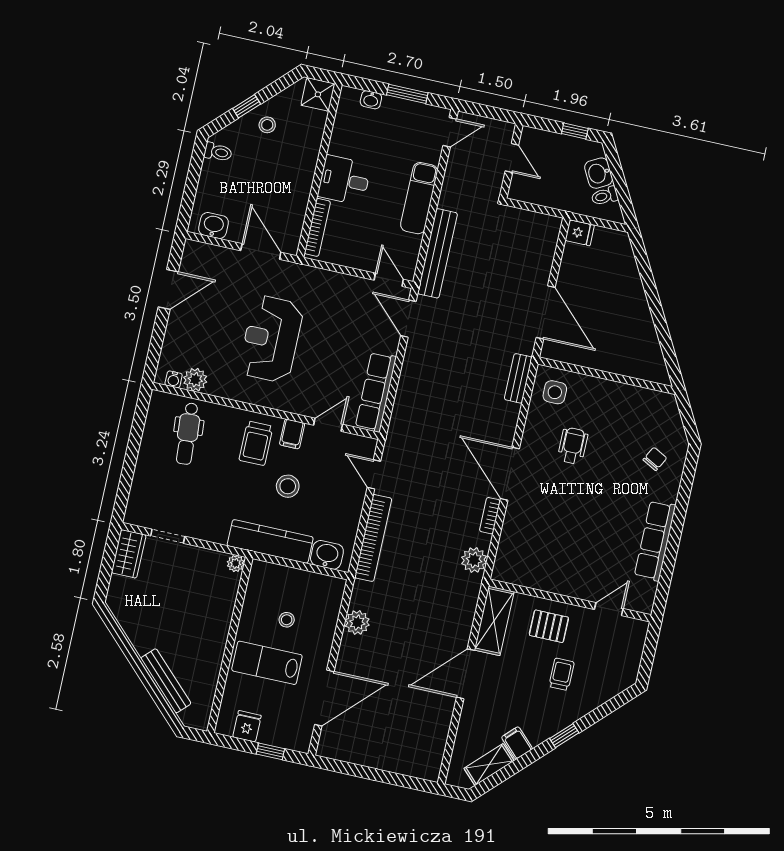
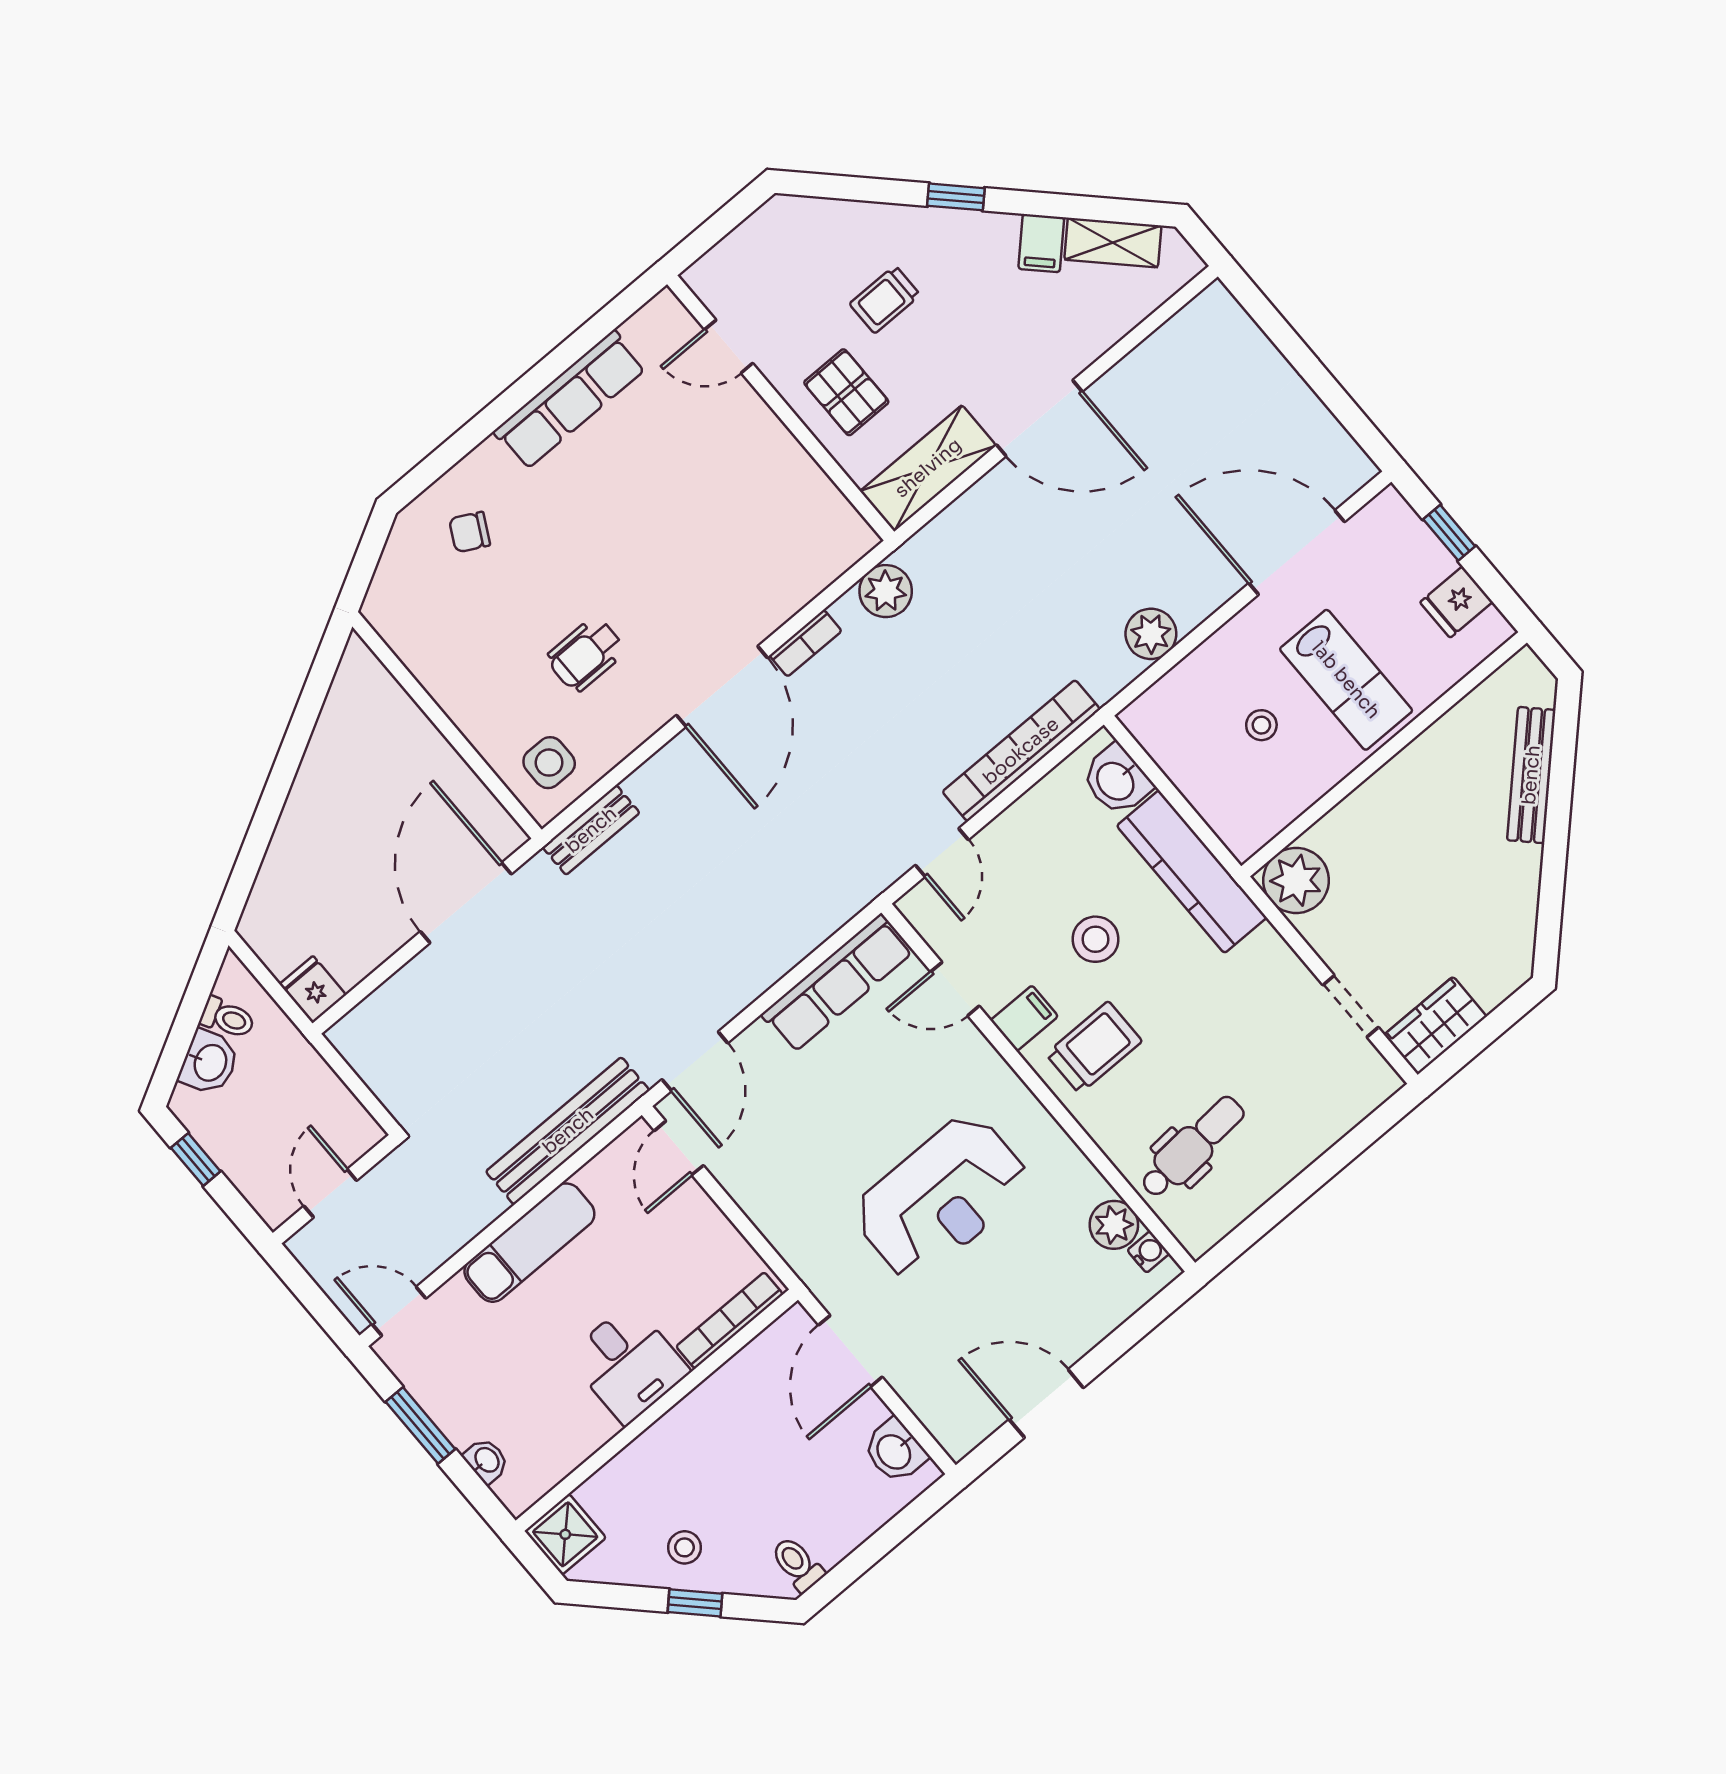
plant: (236, 563) -> (1296, 880), width x1.87, depth x1.87

